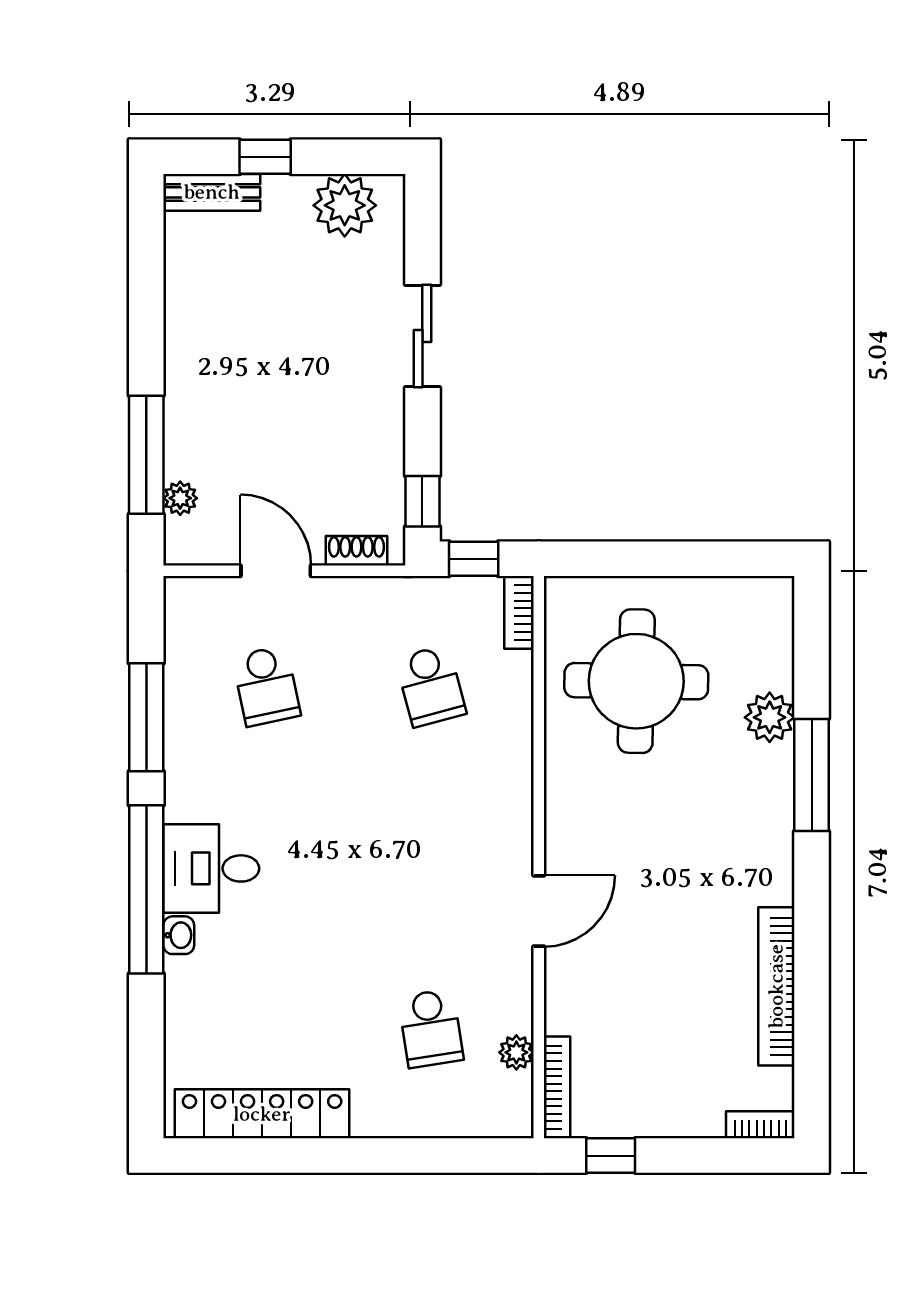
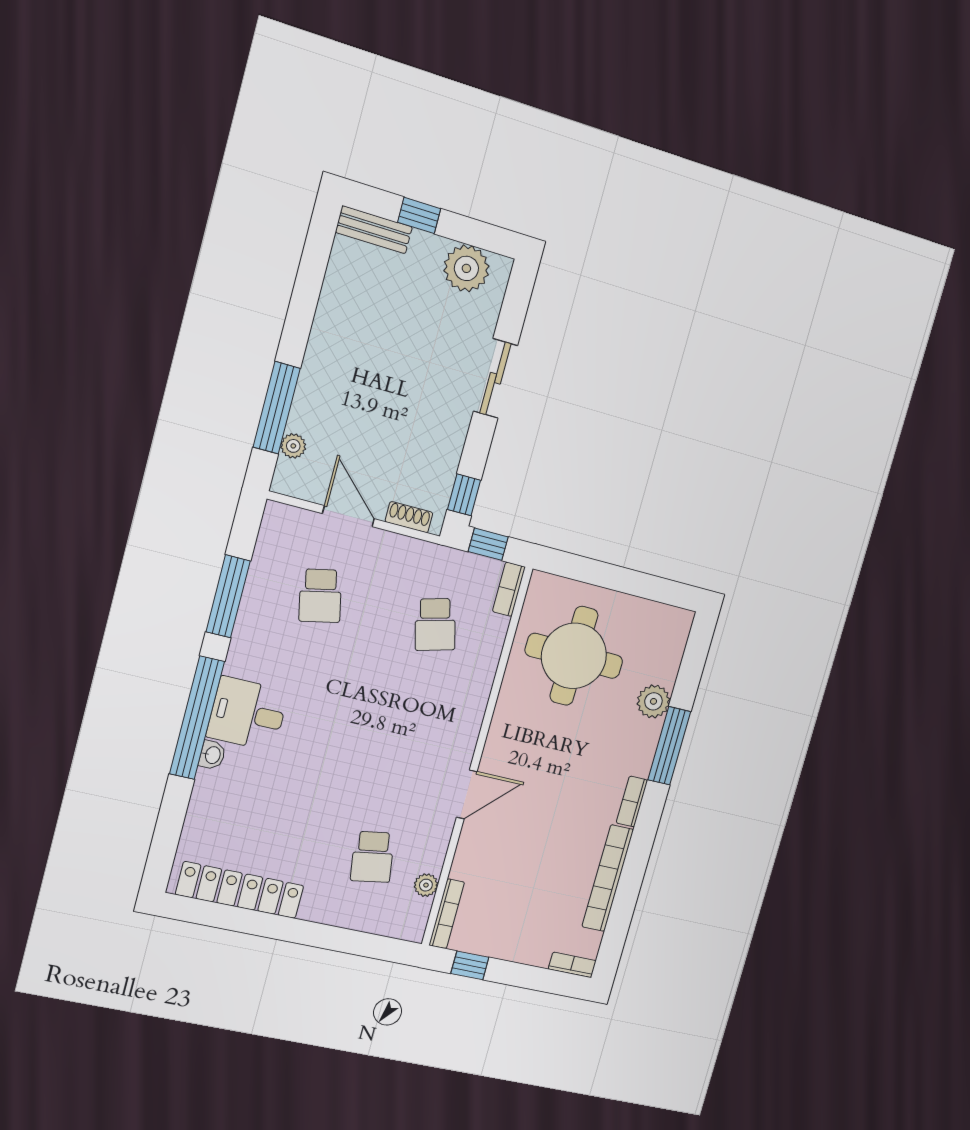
bookcase: (780, 868) -> (632, 802), added

